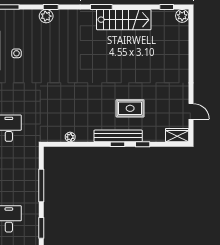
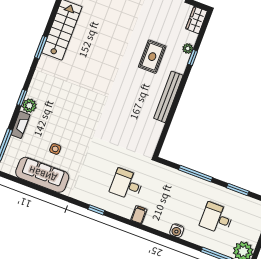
fireplace: (26, 15) -> (20, 125), added
bench: (118, 136) -> (168, 97), moved
plant: (70, 137) -> (188, 49), moved
window: (118, 144) -> (183, 82), removed

